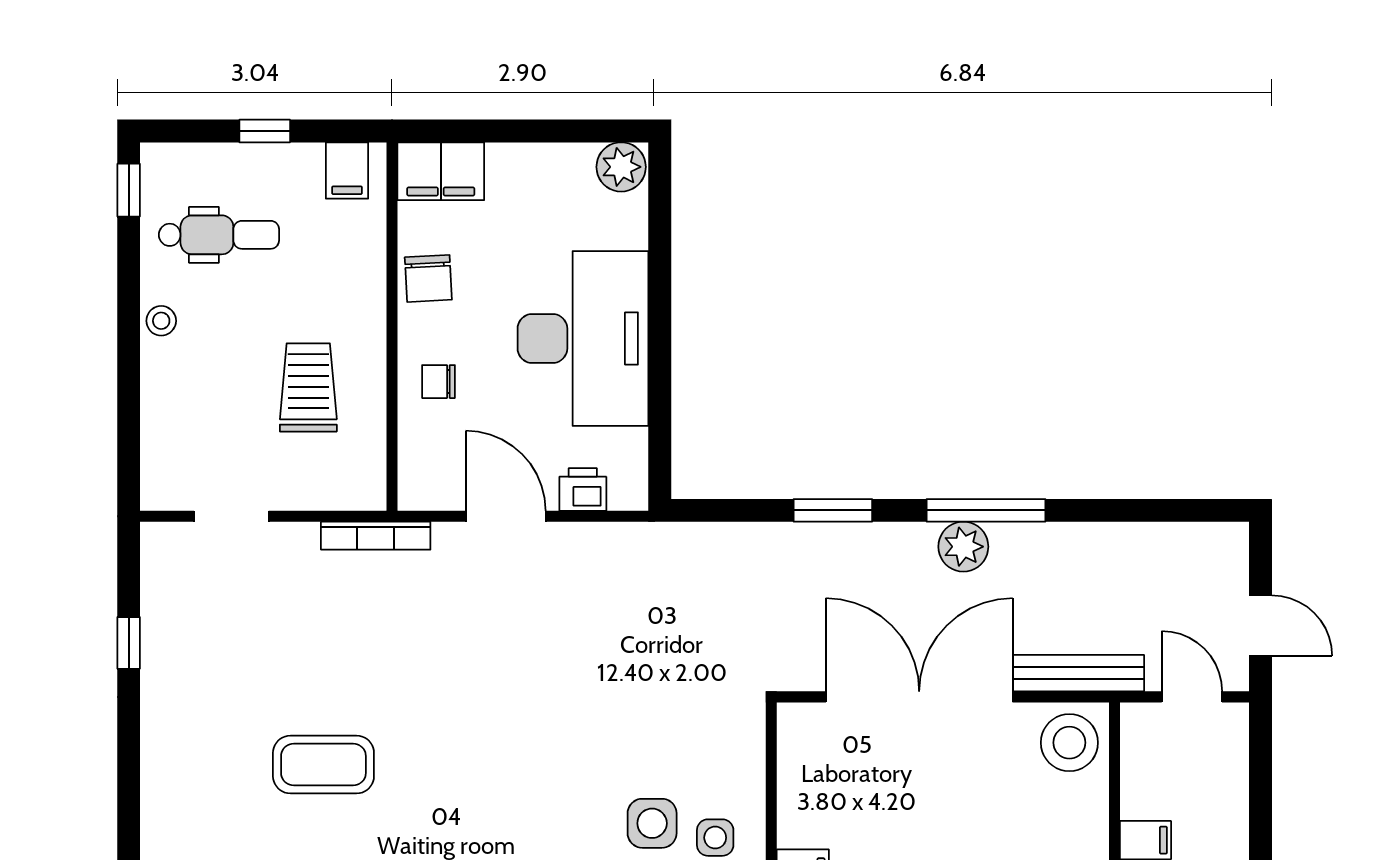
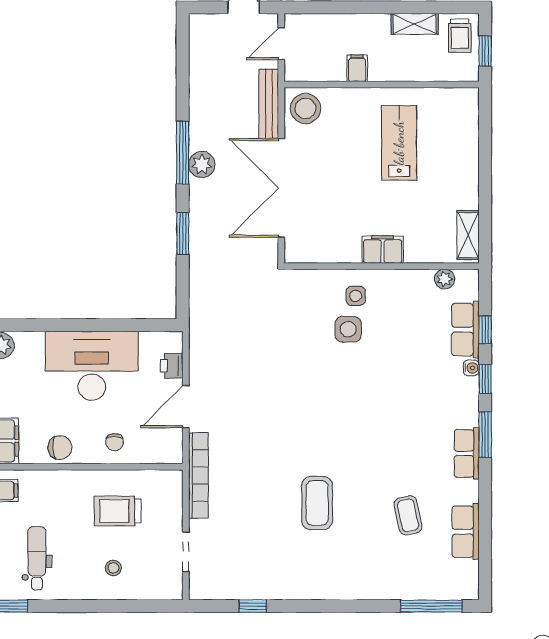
stool: (161, 321) -> (113, 568), moved
bookcase: (376, 536) -> (198, 475), width x1.48, depth x1.31

